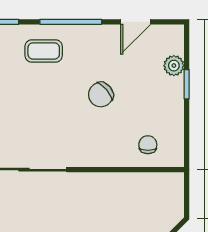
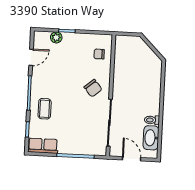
door: (136, 22) -> (31, 57), hinge flipped
chair: (101, 95) -> (93, 88), moved

